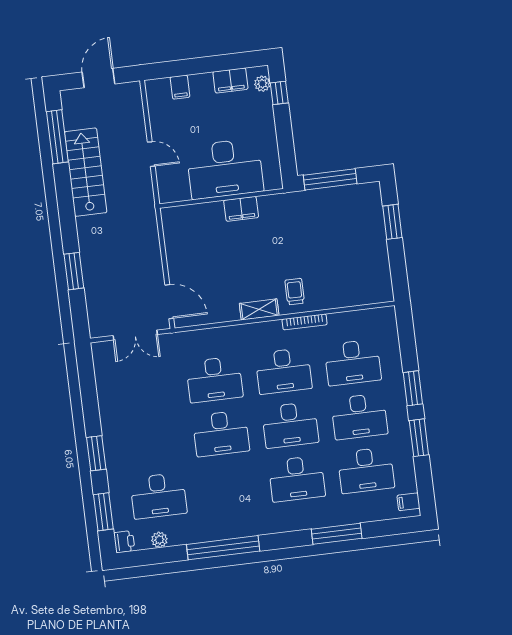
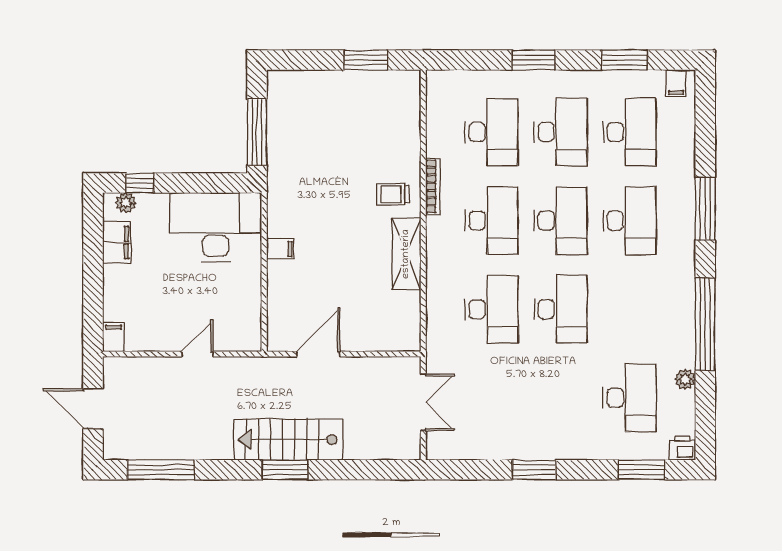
filing cabinet: (180, 87) -> (114, 337), moved, turned -90
desk: (225, 169) -> (216, 227), moved, turned -90
stairs: (86, 172) -> (288, 440), moved
filing cabinet: (241, 209) -> (280, 249), width x0.50
window: (392, 222) -> (366, 60), moved
window: (74, 271) -> (285, 470), moved
door: (169, 302) -> (318, 354), moved
shelving: (259, 309) -> (406, 254), width x1.50, depth x1.33
window: (419, 438) -> (624, 60), moved
window: (96, 453) -> (534, 470), moved
window: (337, 534) -> (705, 209), moved
plant: (159, 540) -> (685, 379), moved

